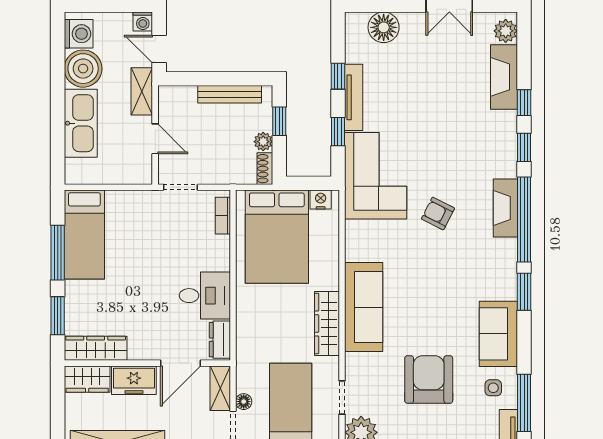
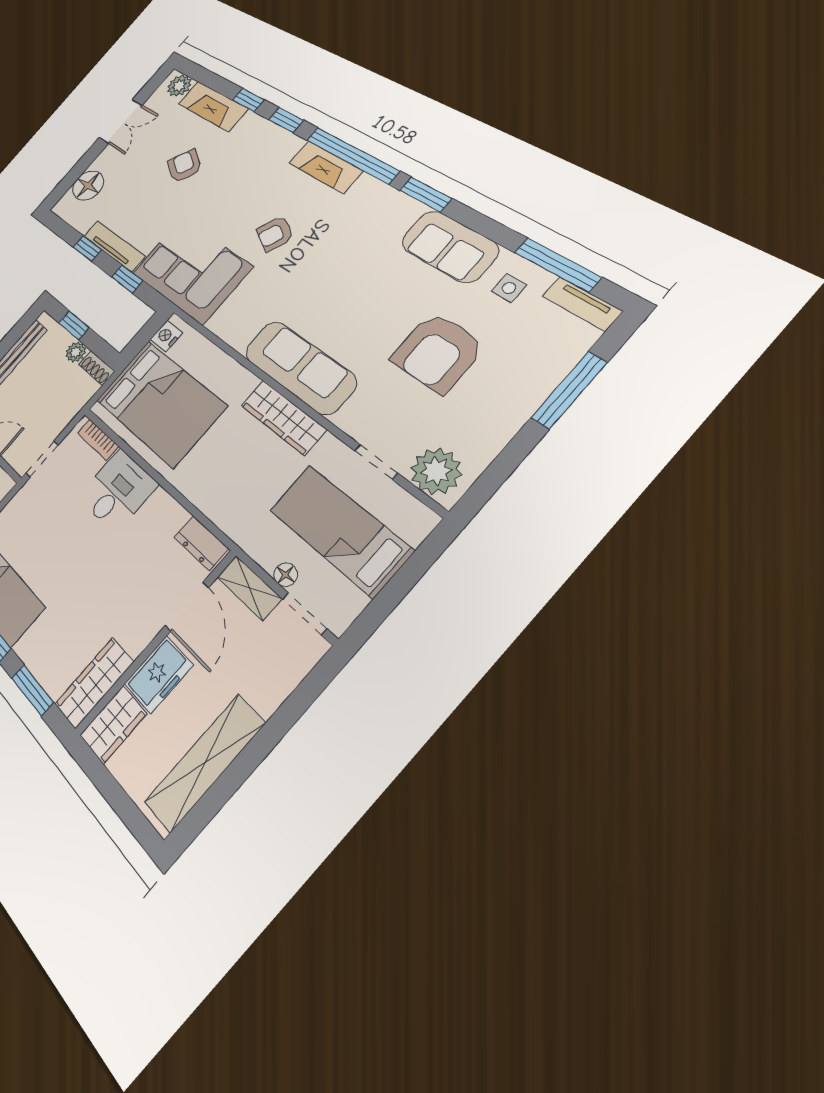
armchair: (446, 98) -> (185, 166), added
desk: (205, 296) -> (118, 491), moved
armchair: (429, 379) -> (438, 352), turned -90

